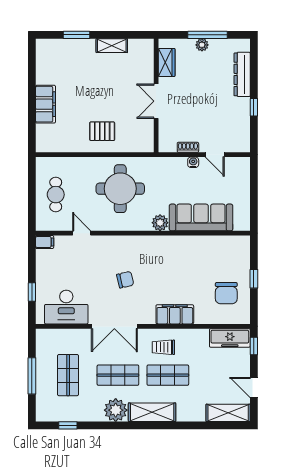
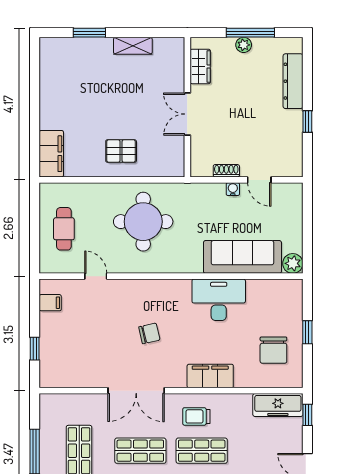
filing cabinet: (45, 104) -> (51, 154), moved
plant: (160, 223) -> (293, 263), moved
filing cabinet: (45, 242) -> (50, 303), moved
desk: (66, 307) -> (219, 300), moved, turned 180

